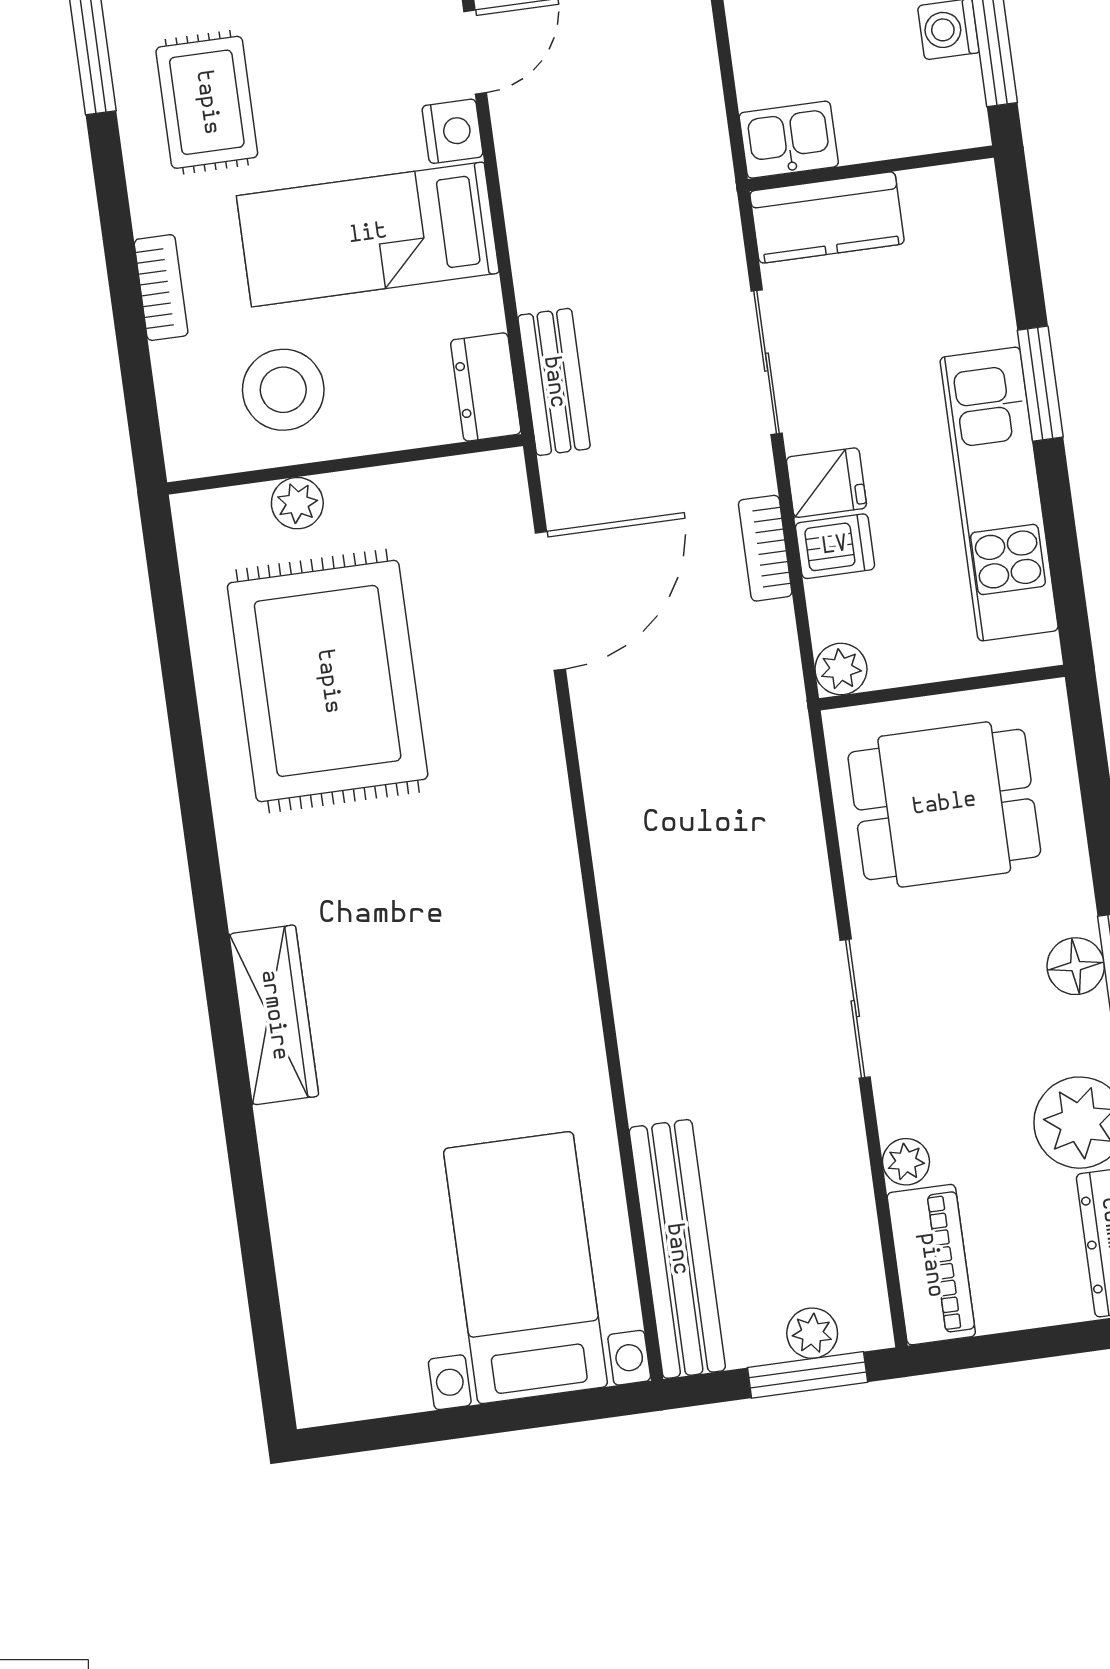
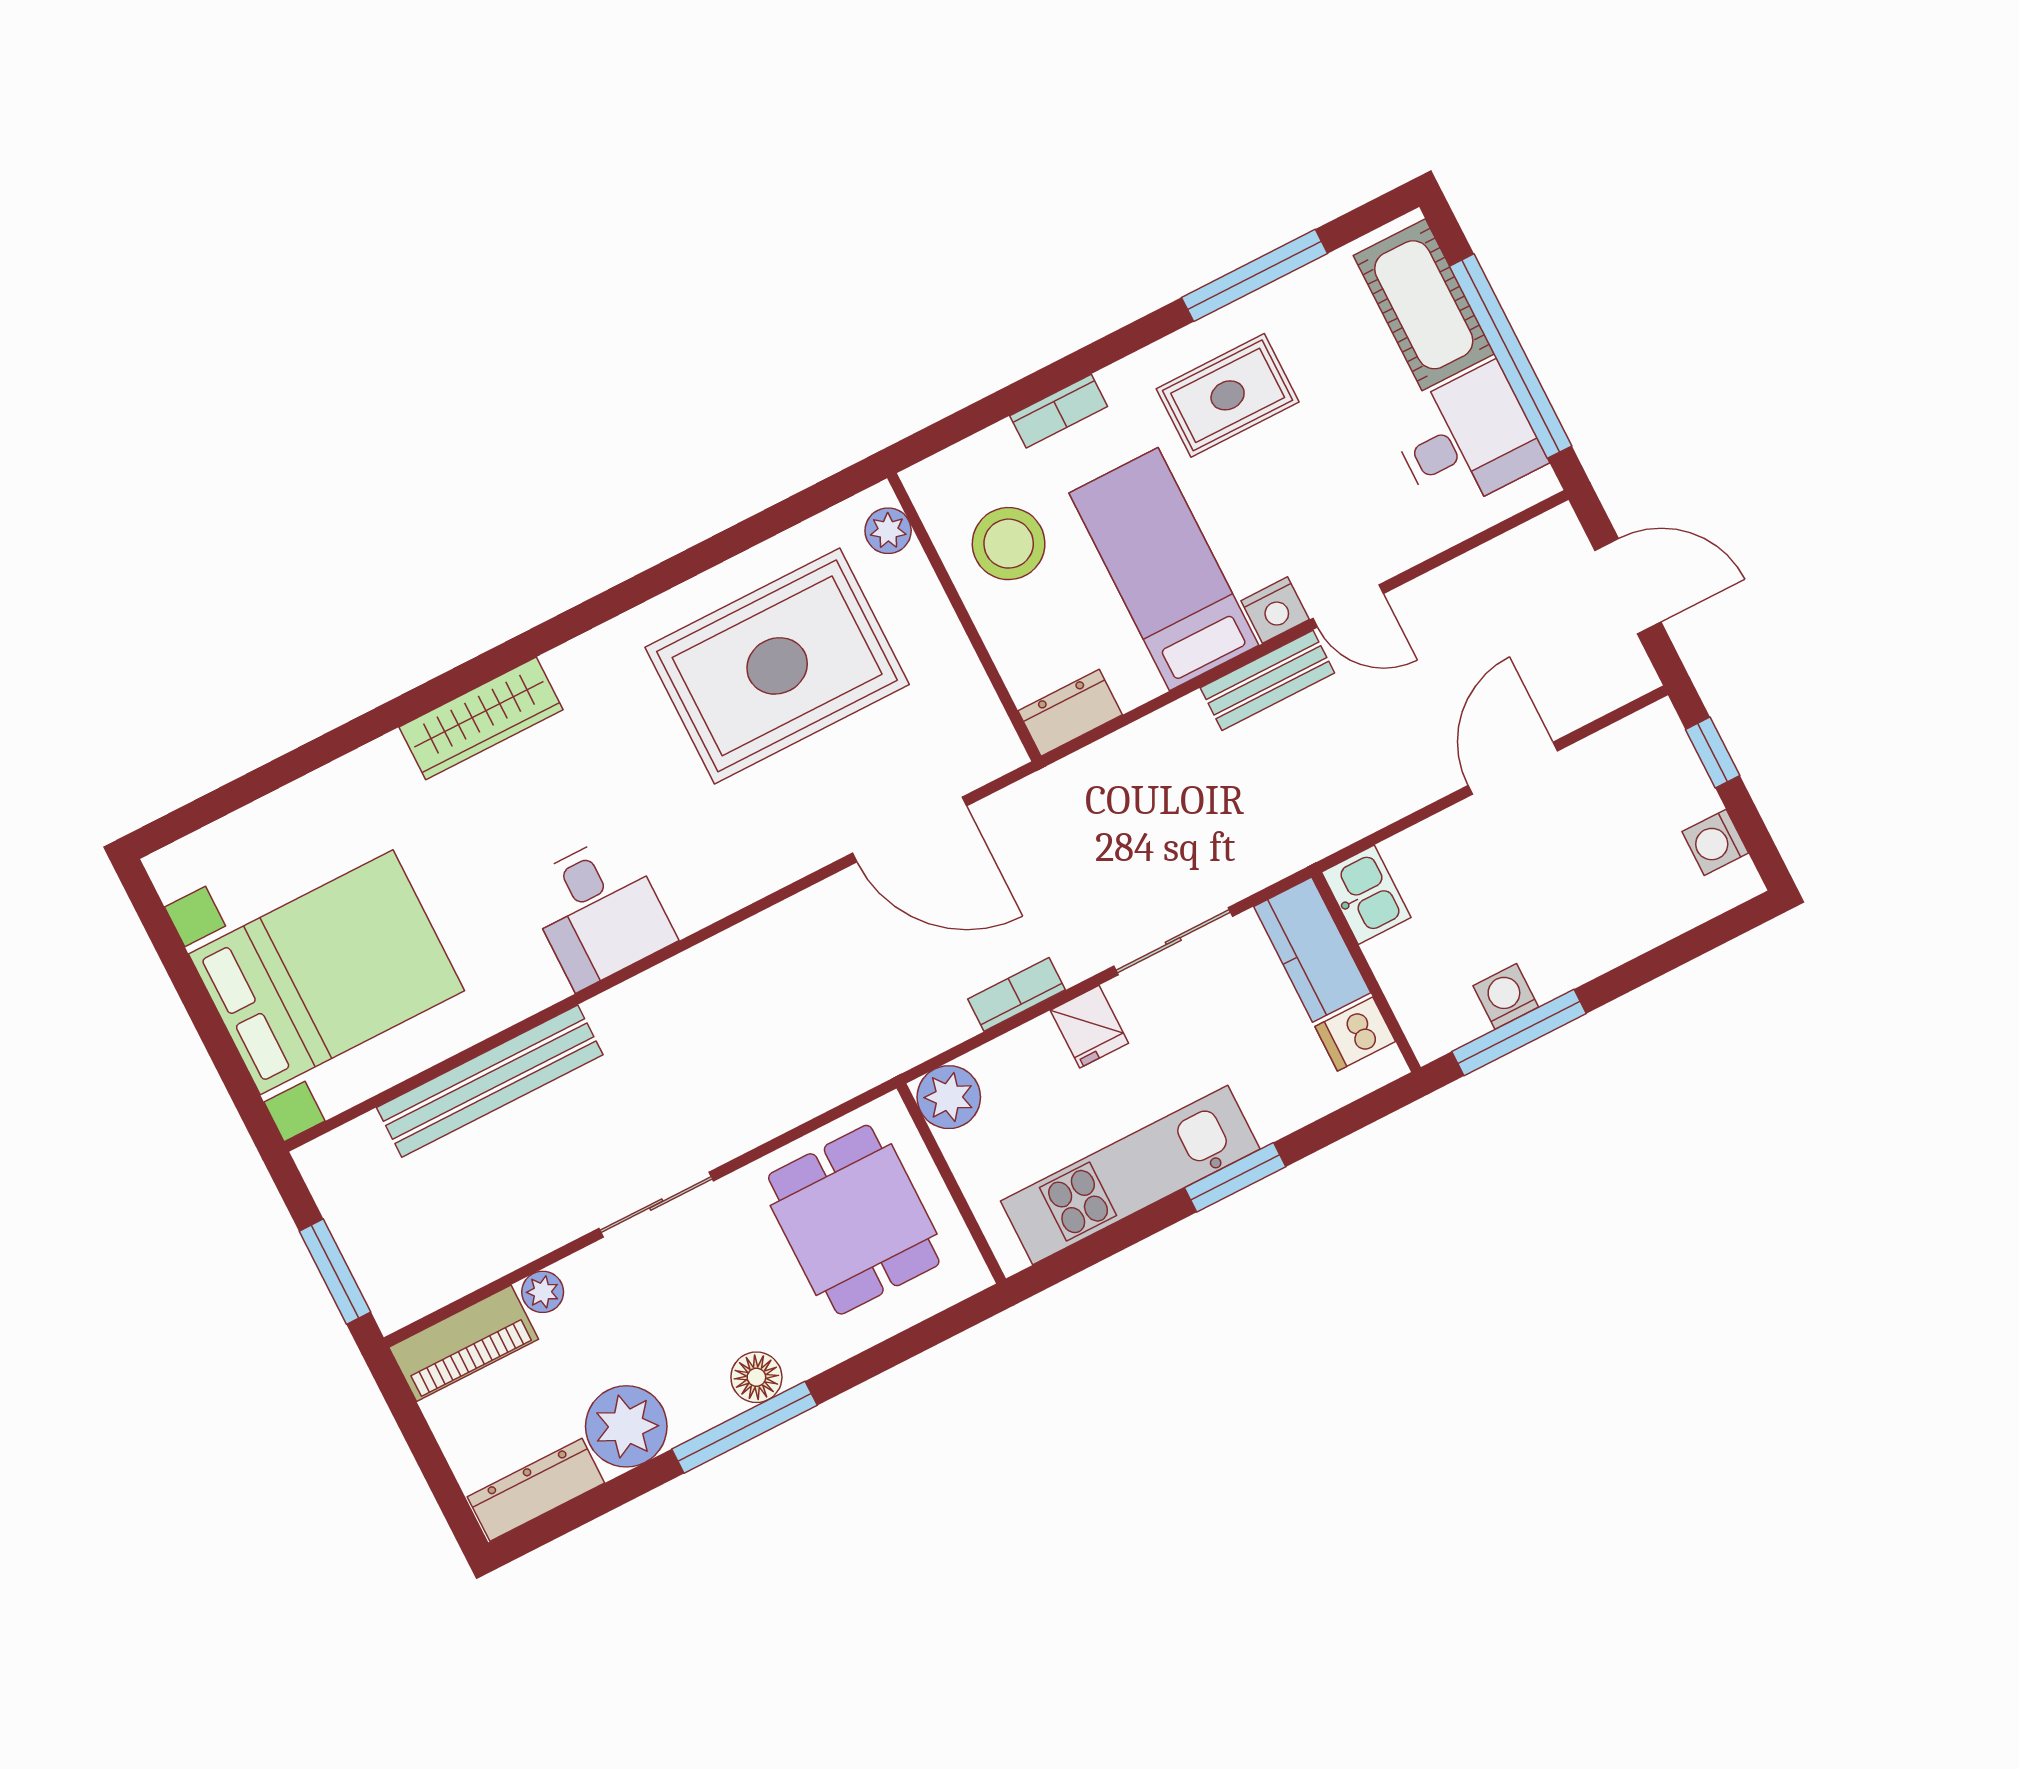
bench: (554, 382) -> (1267, 680), moved
plant: (297, 503) -> (888, 531), moved
dishwasher: (835, 546) -> (1355, 1034), moved, turned 90
plant: (841, 669) -> (949, 1097), width x1.38, depth x1.38
desk: (522, 961) -> (599, 911), added
bench: (677, 1249) -> (490, 1081), moved
bed with nightstands: (525, 1268) -> (327, 972), width x1.36
plant: (812, 1333) -> (371, 1263), removed

